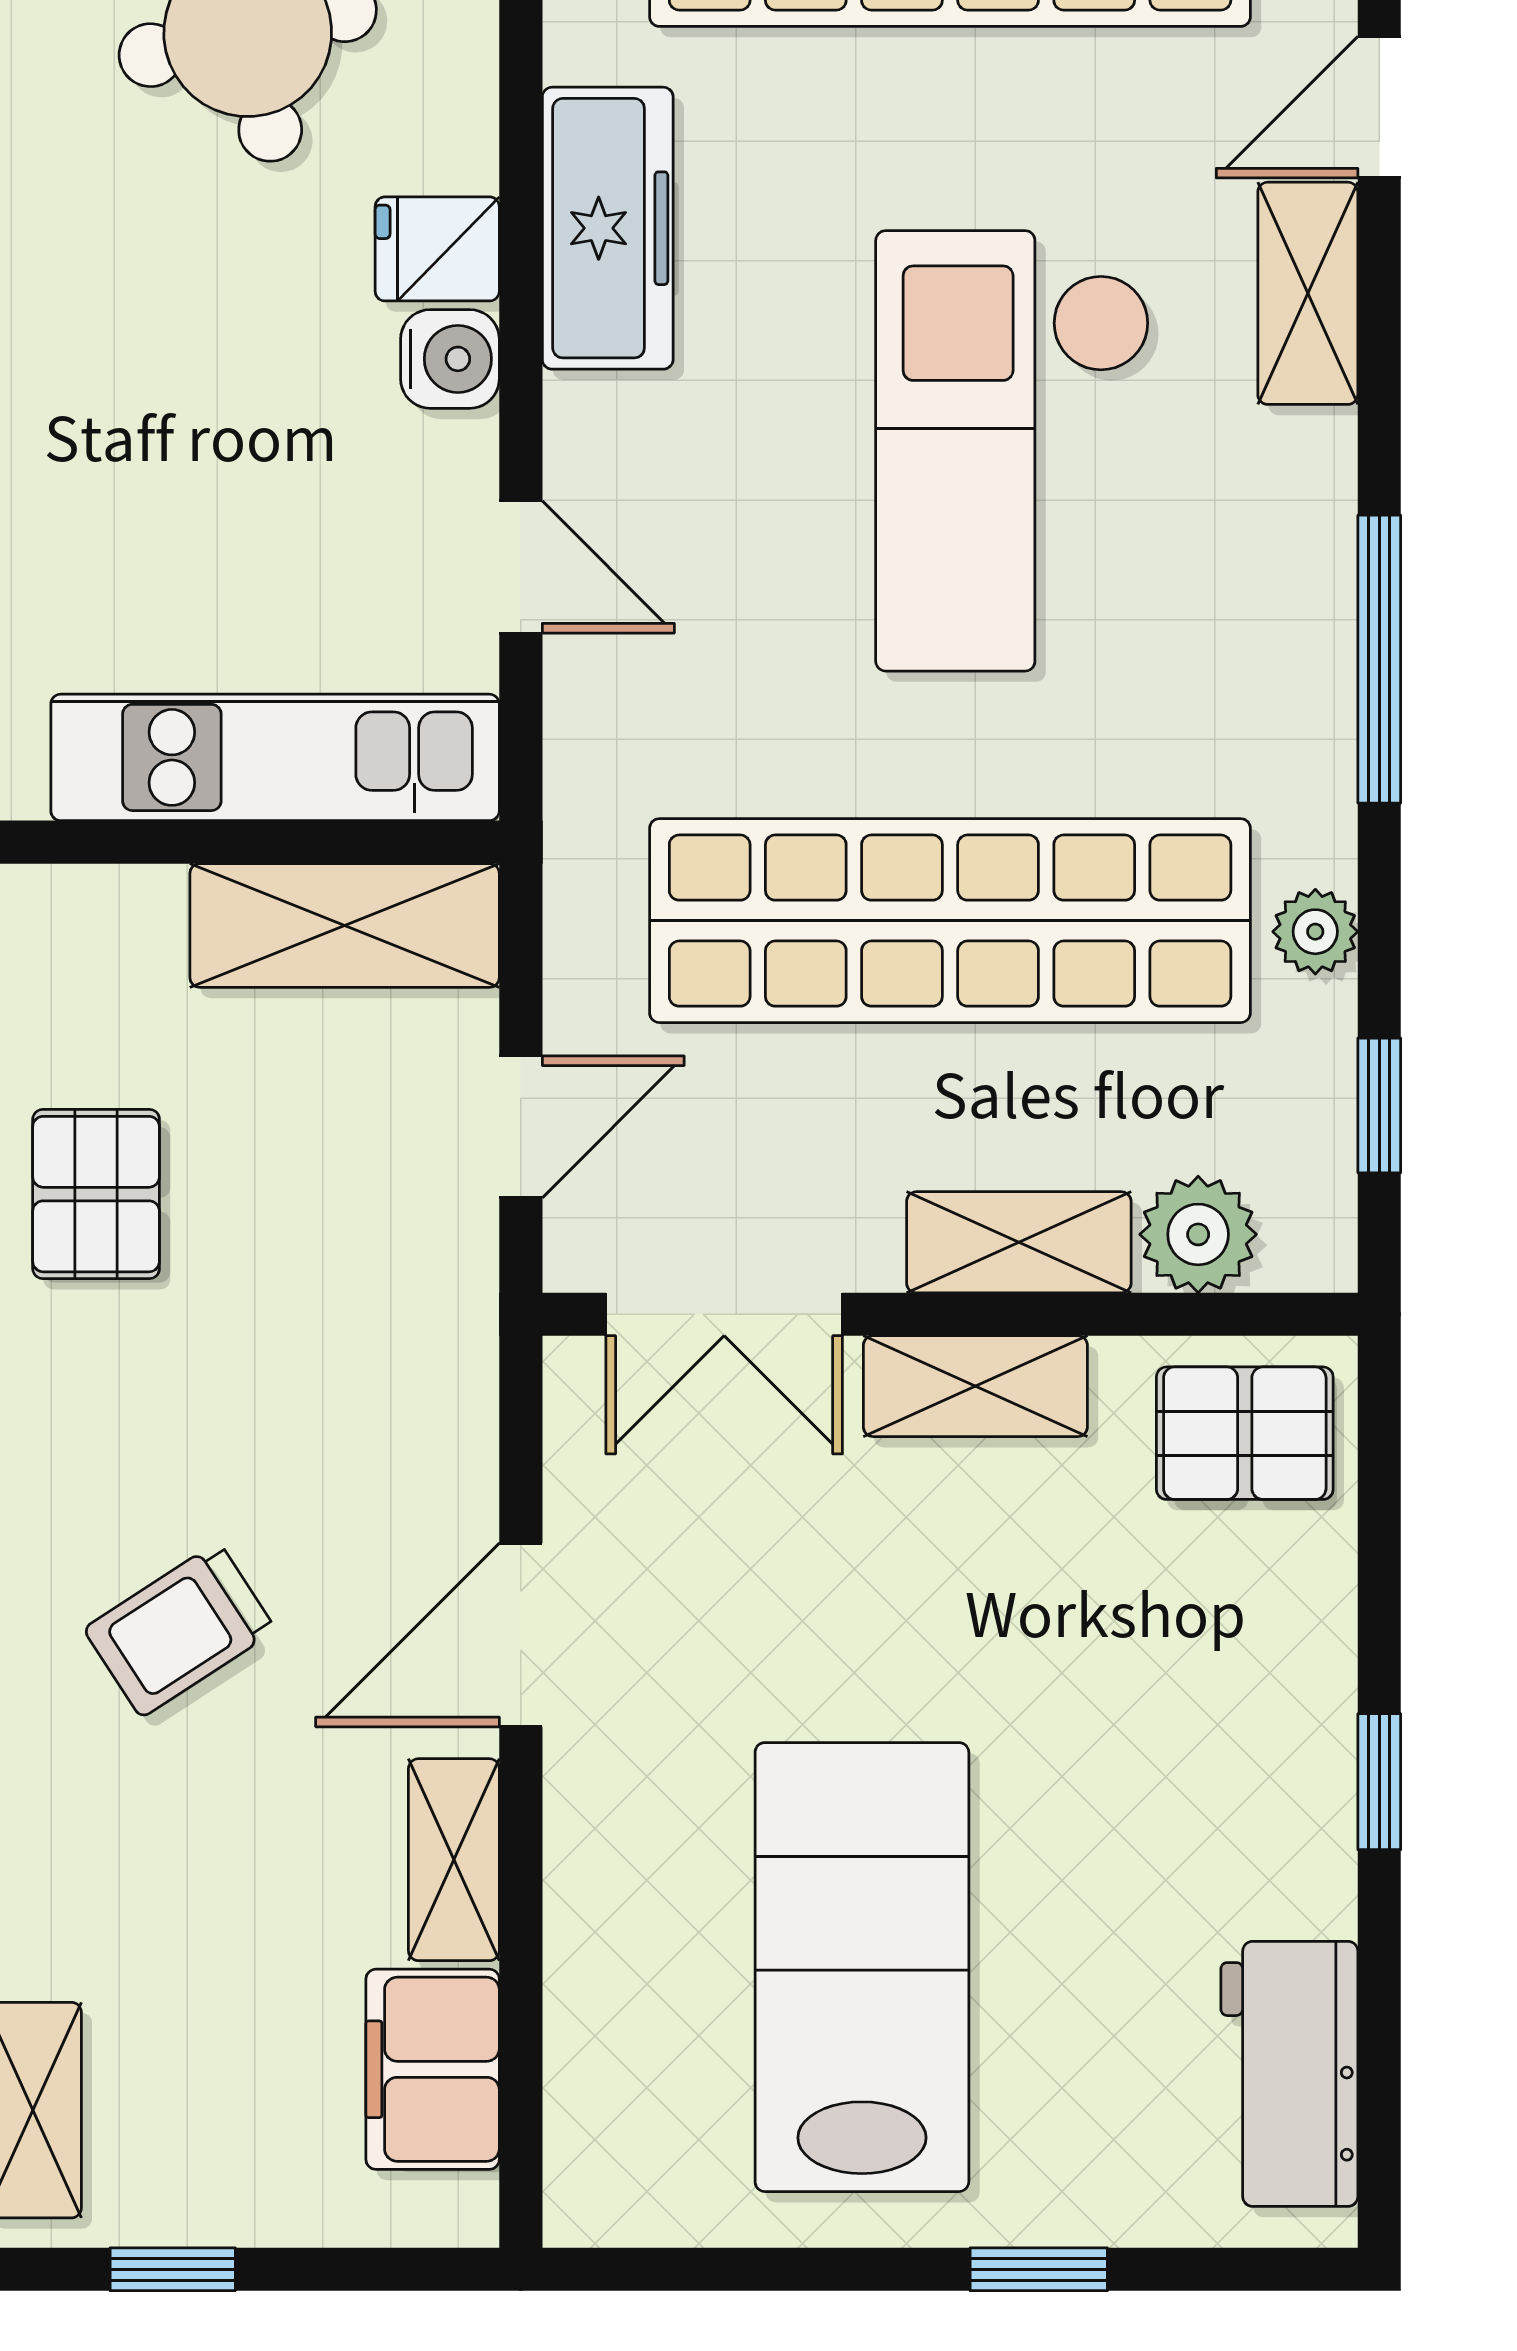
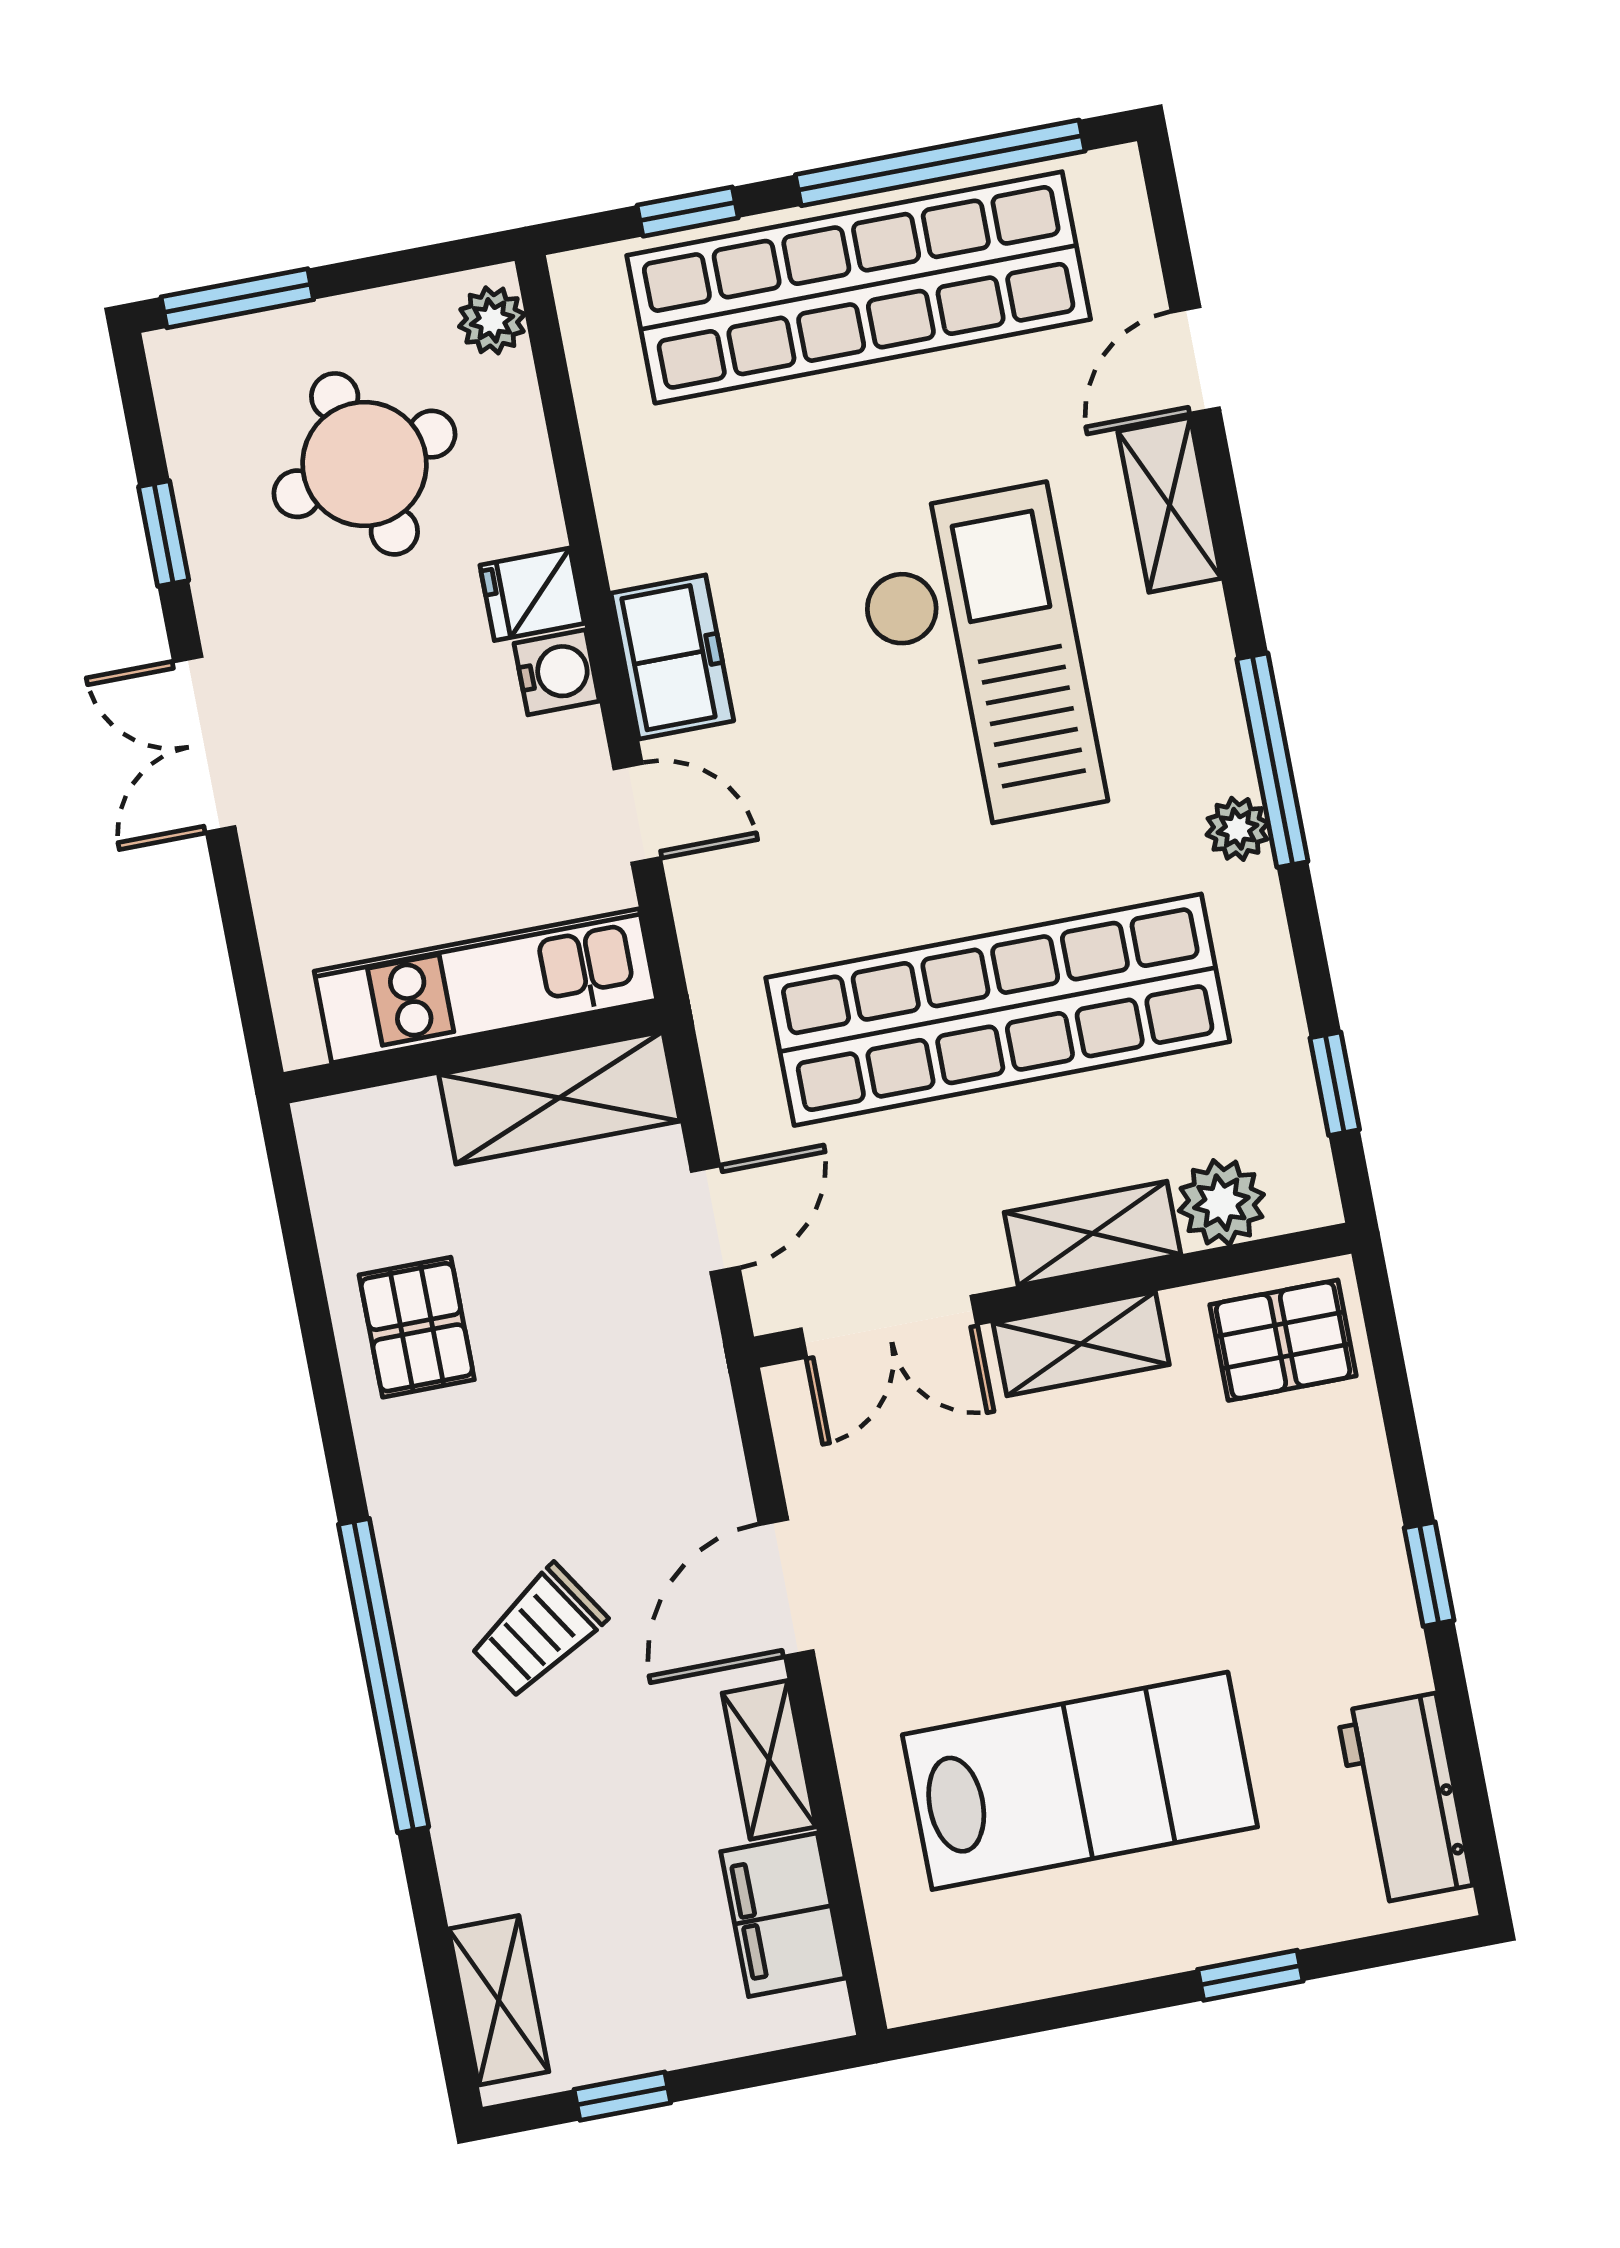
freezer: (608, 228) -> (672, 657), moved, width x0.71
checkout: (1013, 451) -> (978, 660), turned 180
plant: (1315, 932) -> (1238, 829), moved
lab bench: (862, 1967) -> (1080, 1781), turned 90

